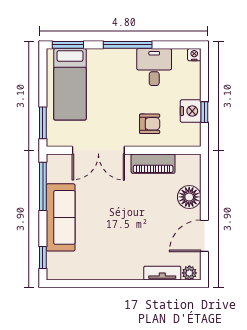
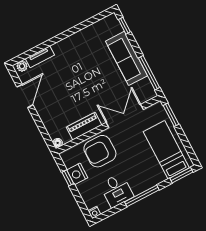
armchair: (150, 124) -> (100, 151), width x1.88, depth x1.88
floor lamp: (189, 197) -> (58, 143), moved, width x0.53, depth x0.53

